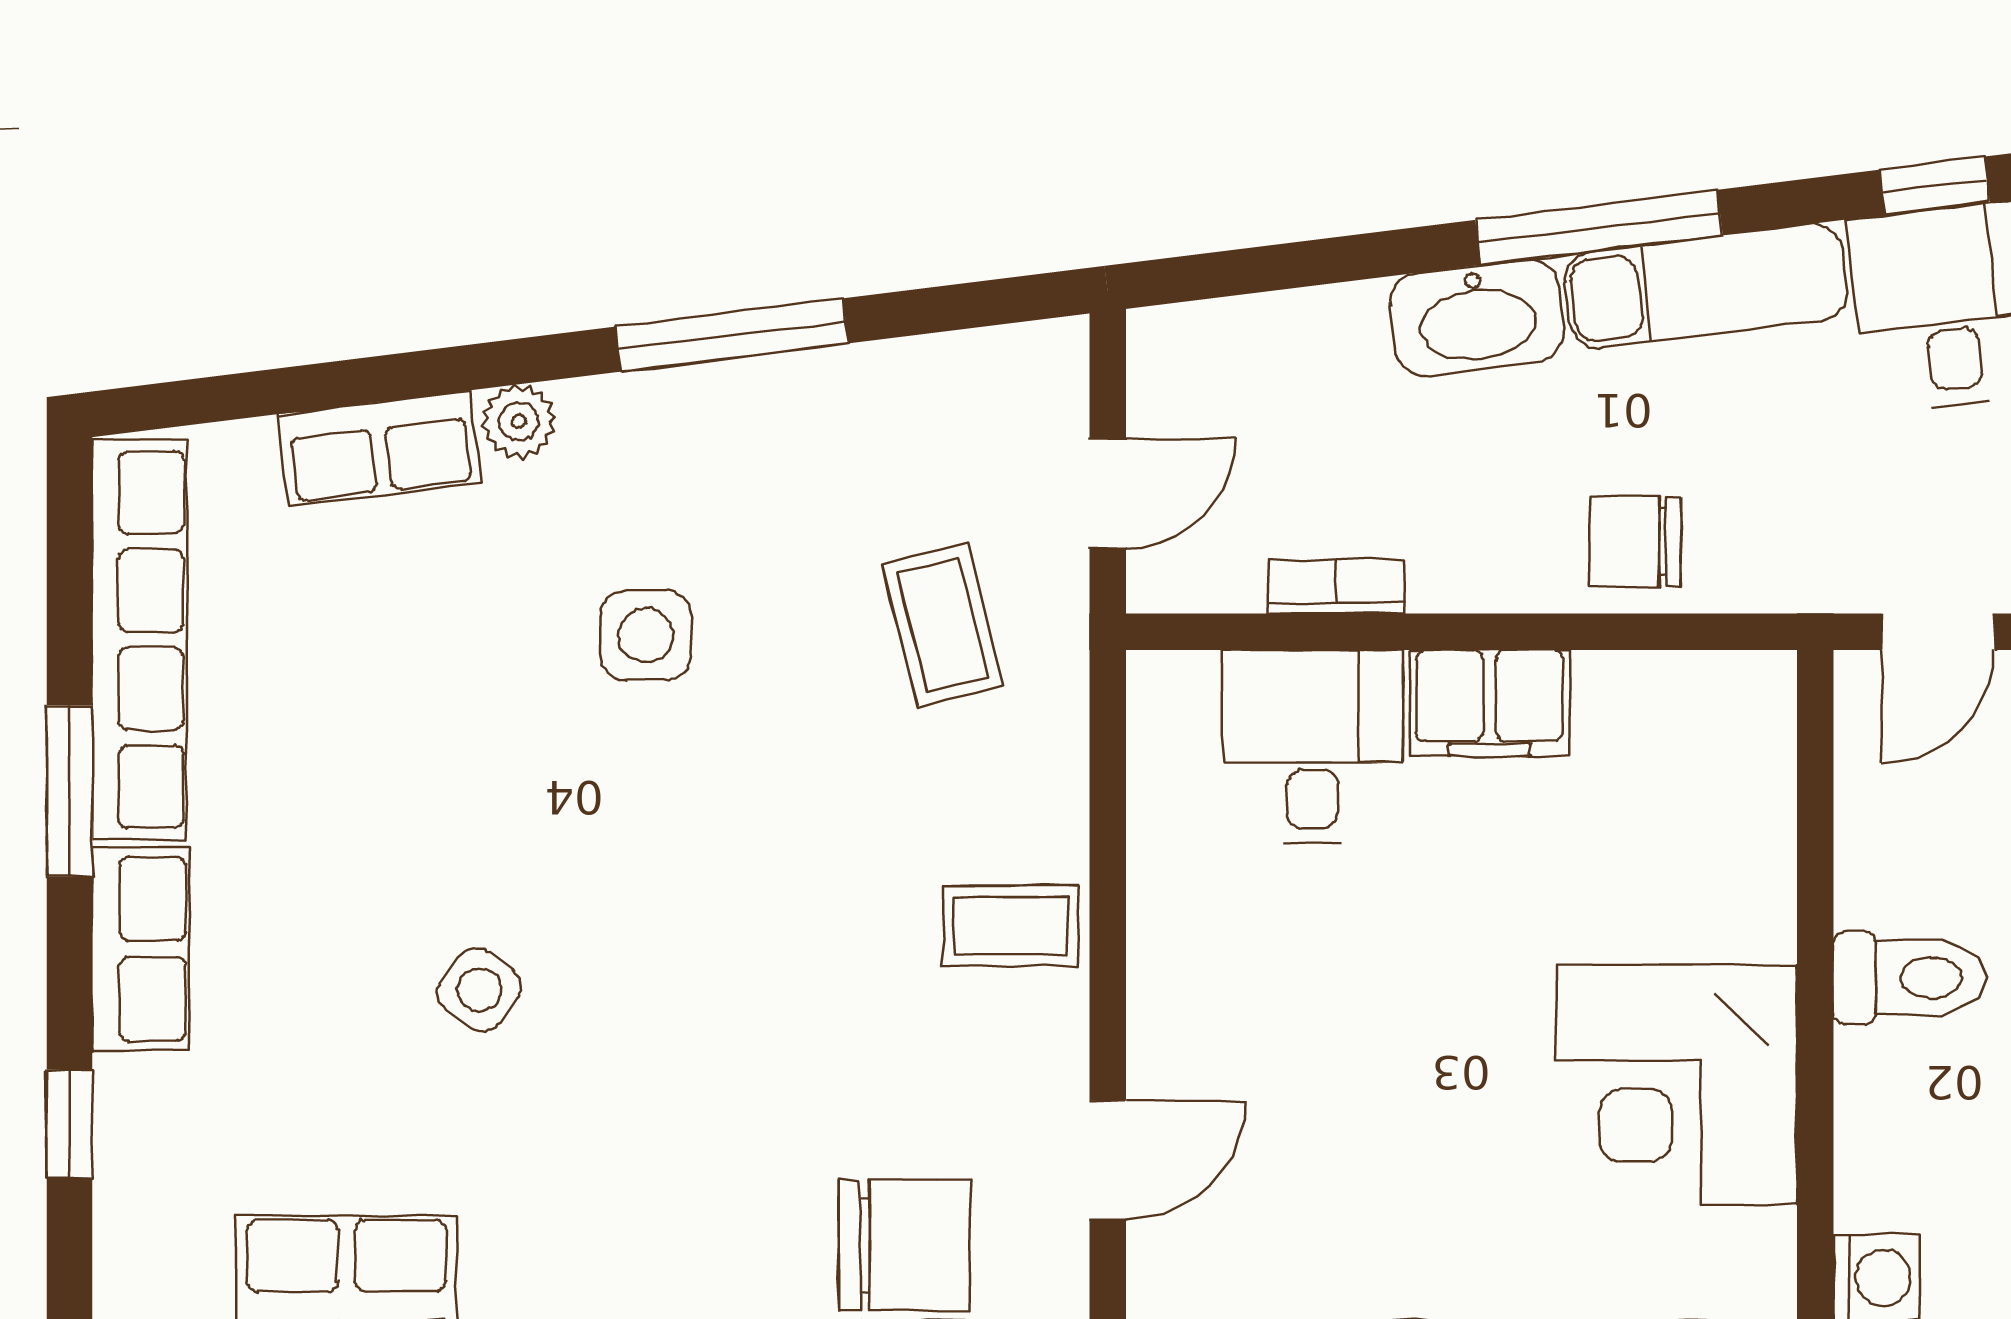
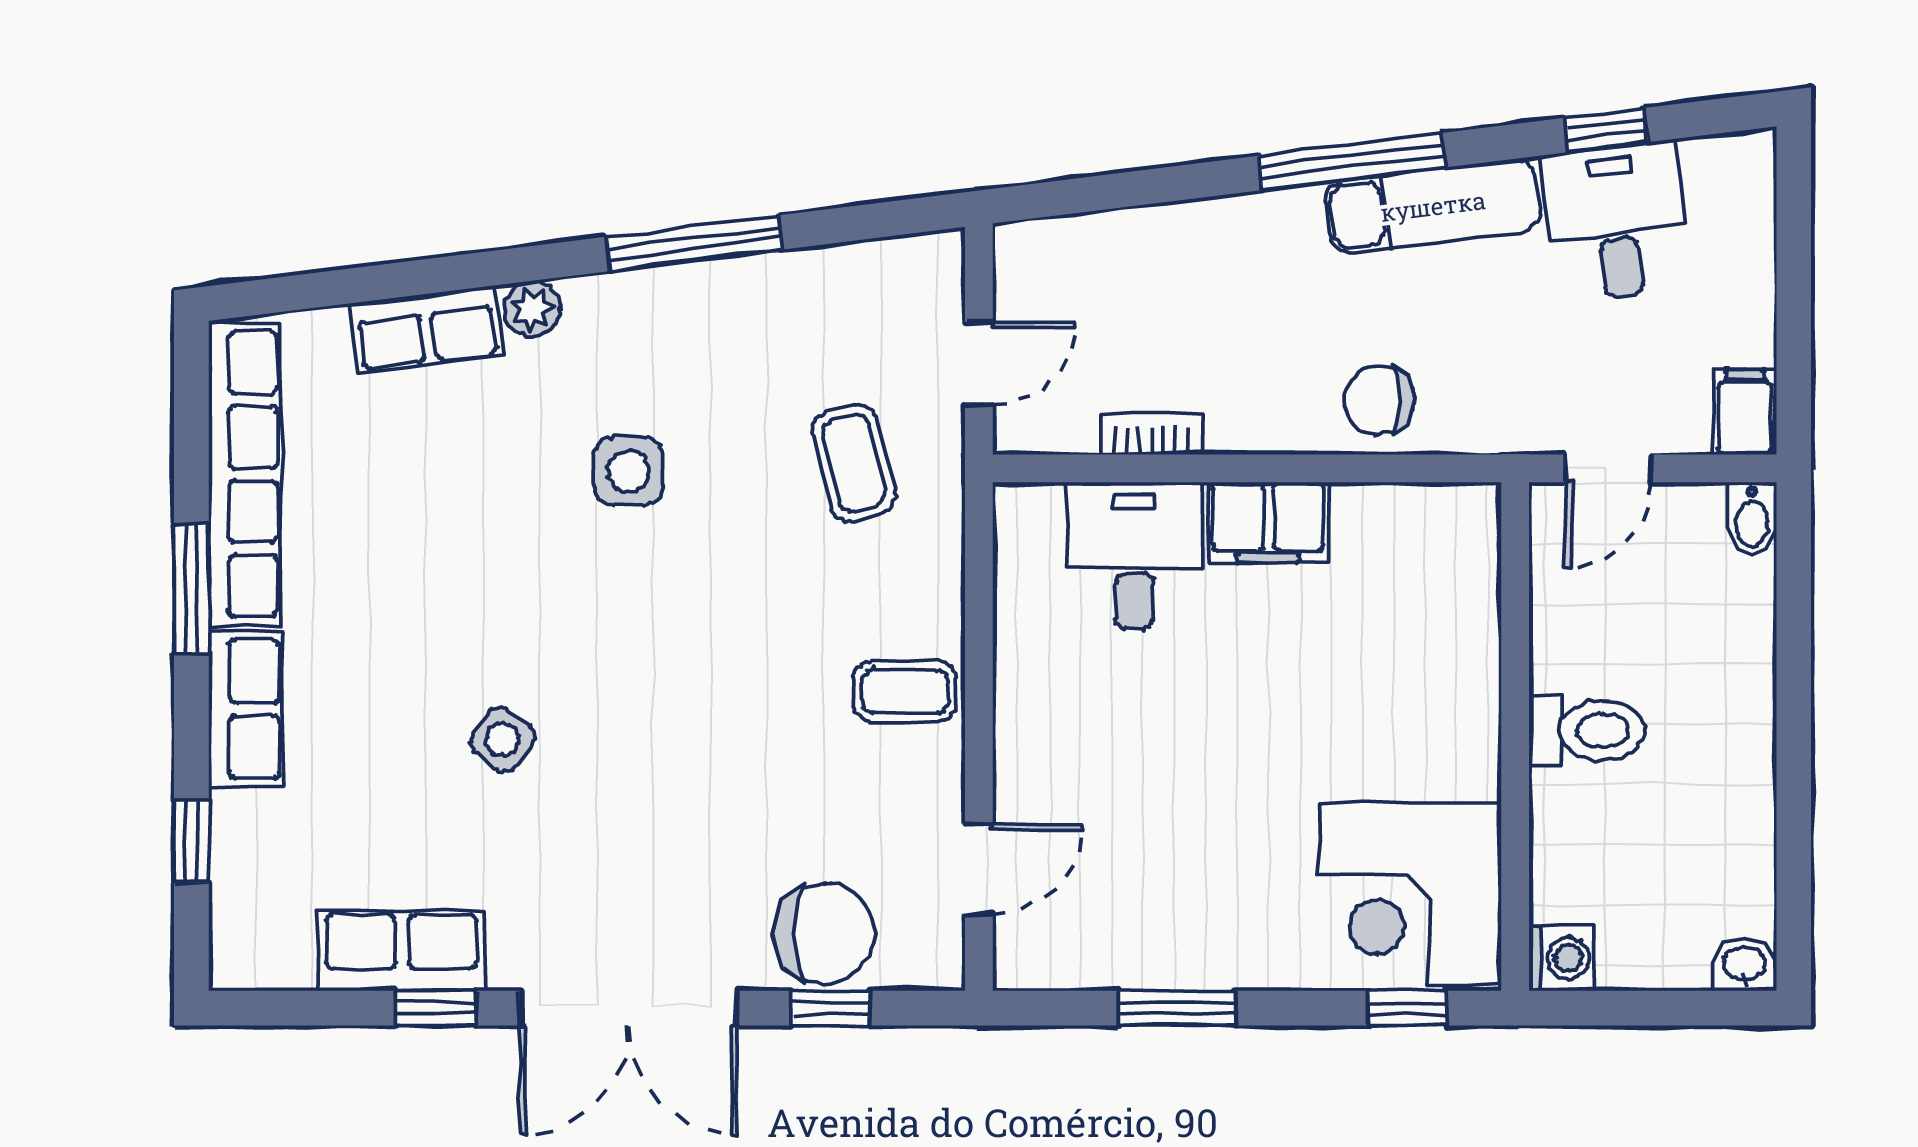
washbasin: (1477, 318) -> (1259, 230), removed
corner desk: (1677, 1085) -> (1410, 894), moved

